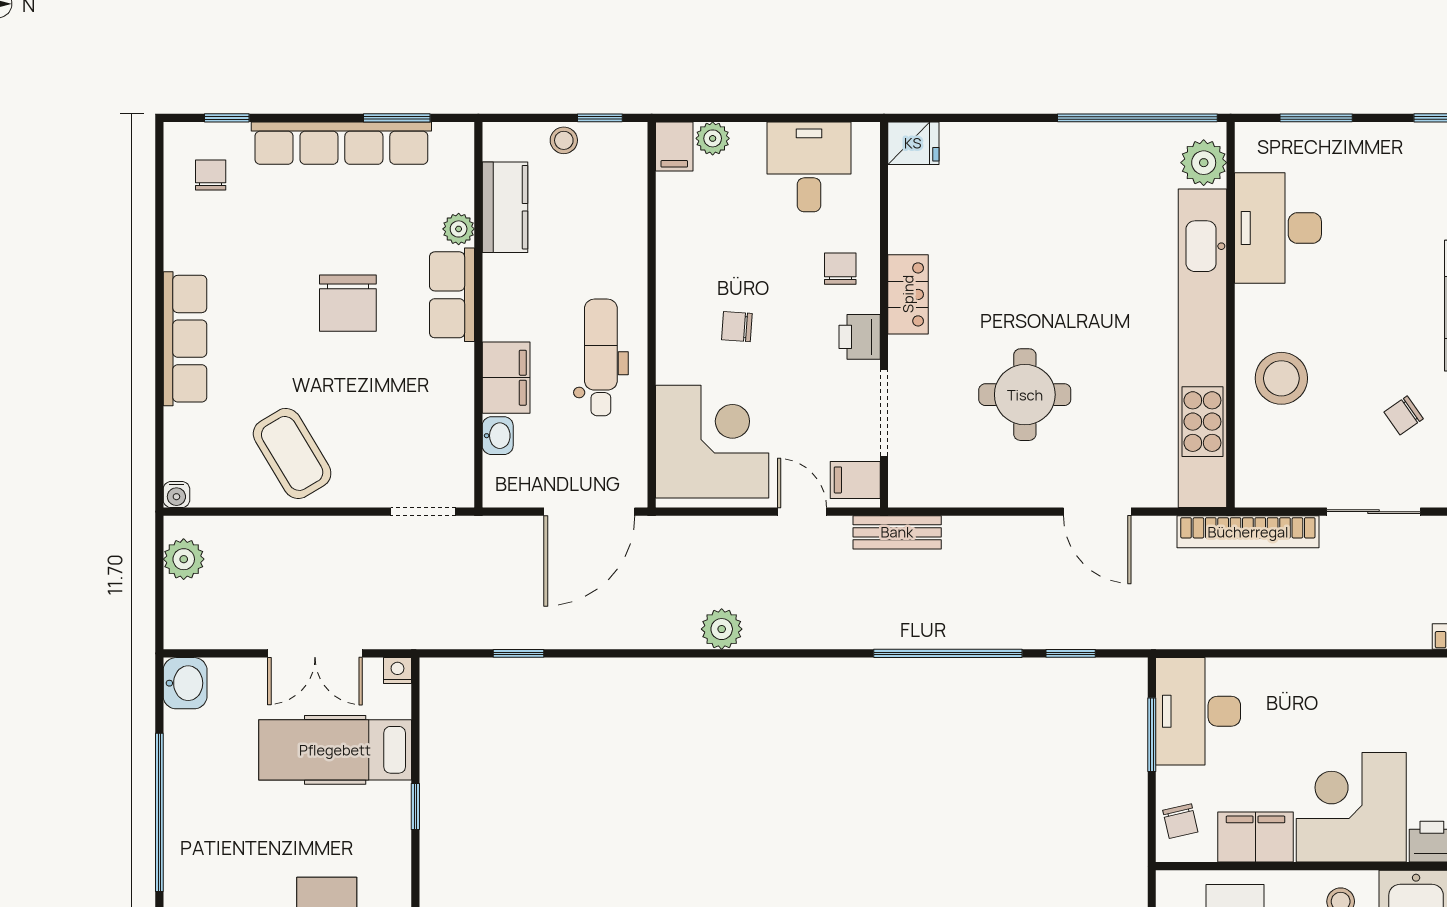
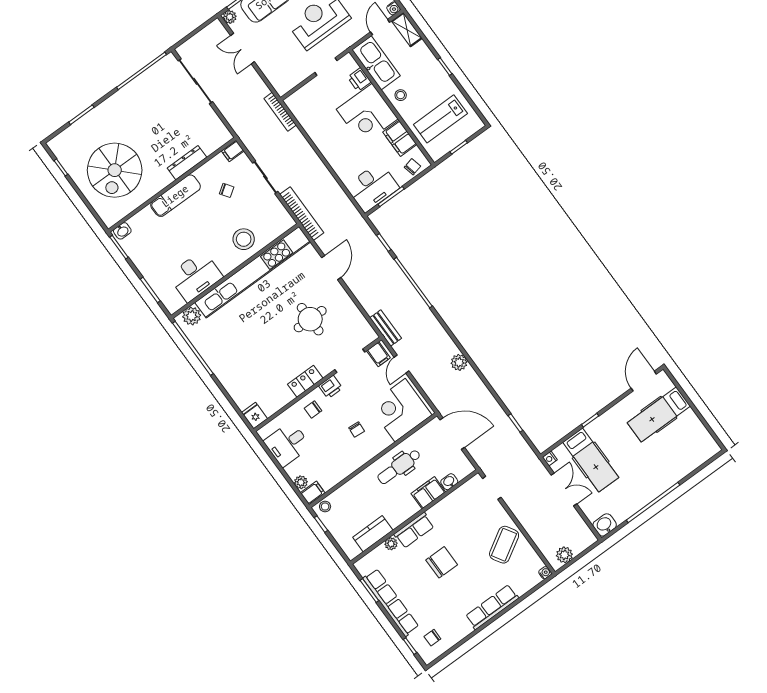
stool: (564, 140) -> (325, 507), moved

